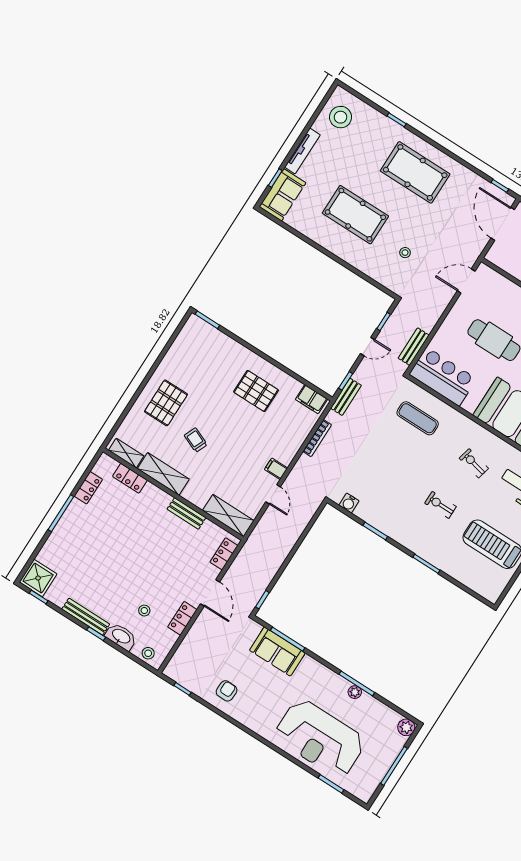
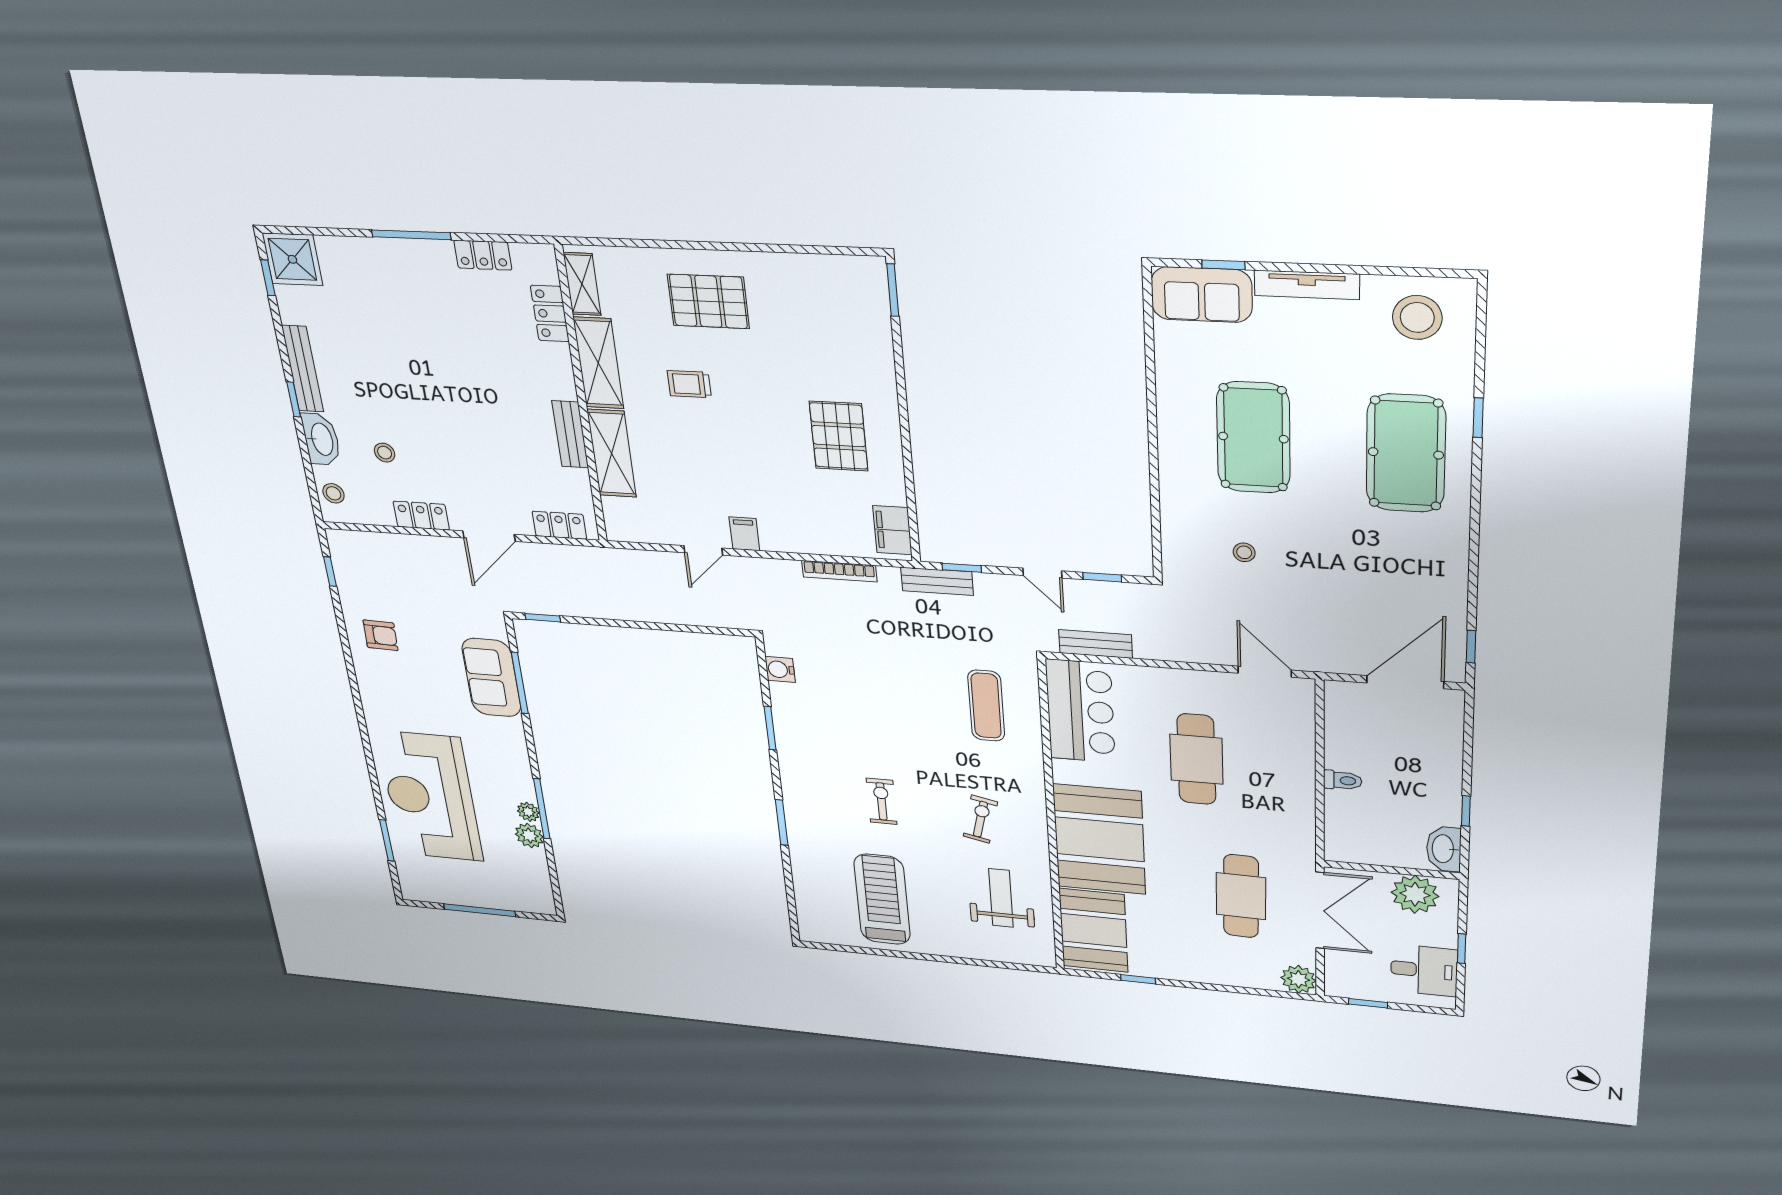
pool table: (415, 172) -> (1406, 453), moved
trolley: (196, 440) -> (689, 384), turned -113
shelving: (228, 516) -> (612, 453), moved
plant: (406, 727) -> (529, 836), moved

